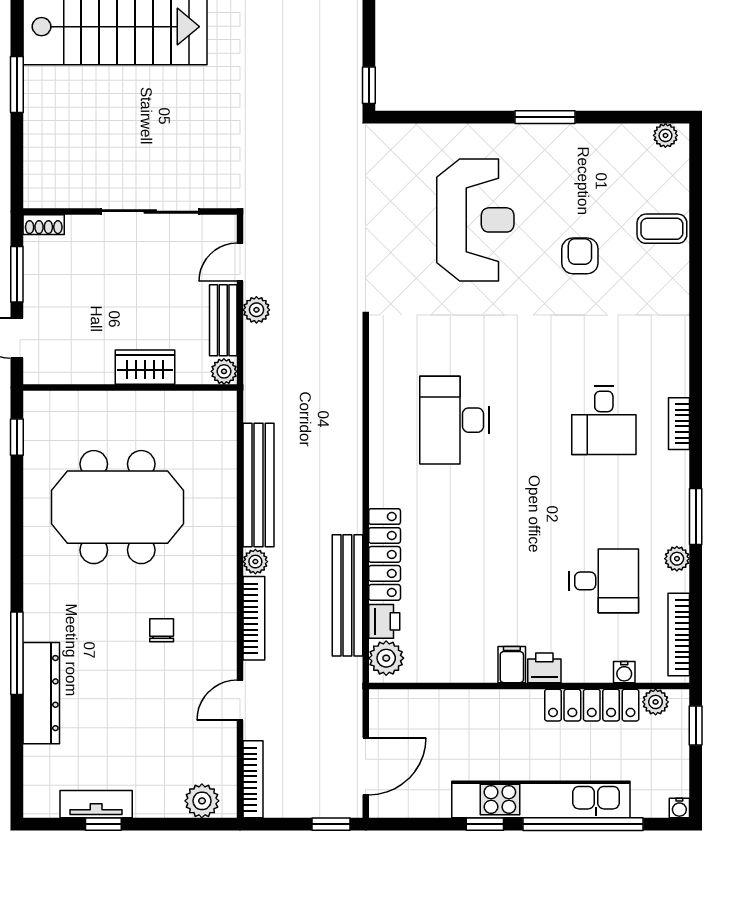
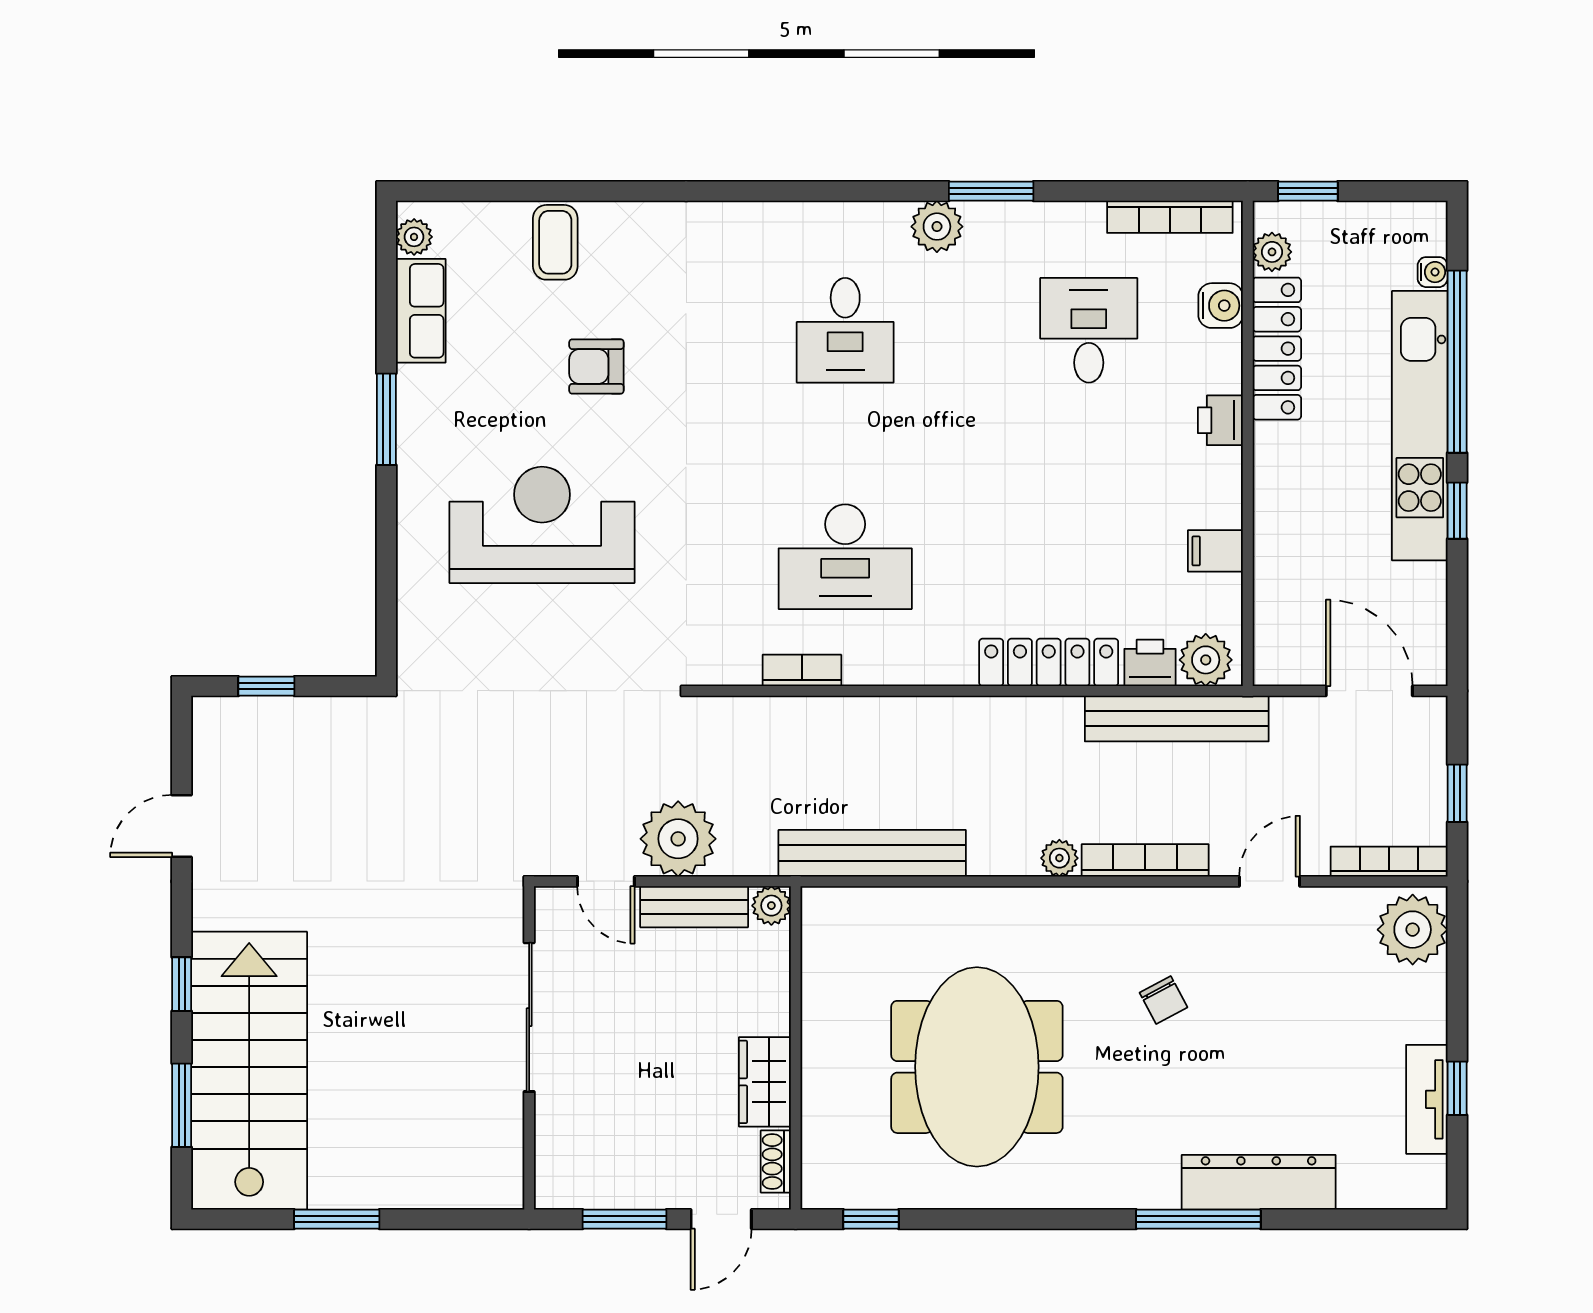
window: (369, 85) -> (266, 686), moved
row of seats: (617, 140) -> (421, 311), added
shoe rack: (44, 225) -> (776, 1162), moved, turned 180
plant: (256, 310) -> (678, 839), width x1.88, depth x1.88
wardrobe: (145, 367) -> (765, 1082), moved
desk: (604, 420) -> (845, 330), turned 90
bookcase: (679, 424) -> (802, 670), moved, turned 180
bench: (259, 485) -> (872, 853), moved
plant: (677, 559) -> (937, 227), moved, width x1.38, depth x1.38
bench: (347, 595) -> (1177, 719), moved
chair: (162, 630) -> (1163, 1000), turned -118
filing cabinet: (512, 665) -> (1215, 551), moved
water cooler: (624, 672) -> (1221, 306), width x1.38, depth x1.38
door: (240, 700) -> (1270, 881), swing flipped
plant: (202, 801) -> (1413, 930), width x1.36, depth x1.36
water cooler: (679, 808) -> (1433, 272), moved
window: (331, 824) -> (1457, 793), moved

